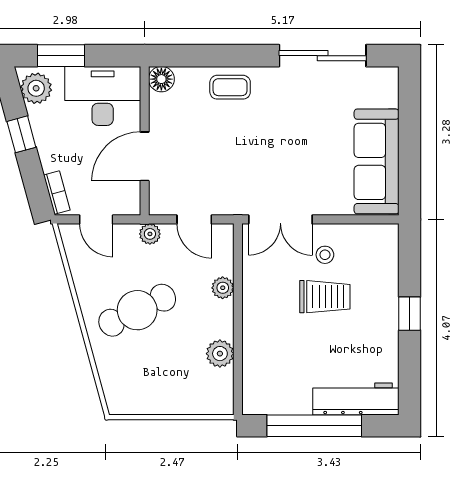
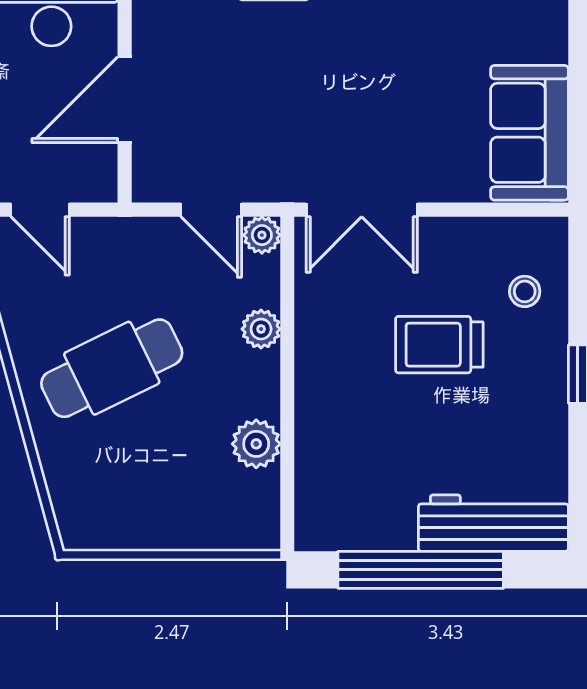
sofa: (377, 161) -> (530, 133), width x0.73
plant: (150, 234) -> (262, 235), moved
stool: (325, 255) -> (525, 291), moved
trolley: (325, 297) -> (439, 345), turned 180

